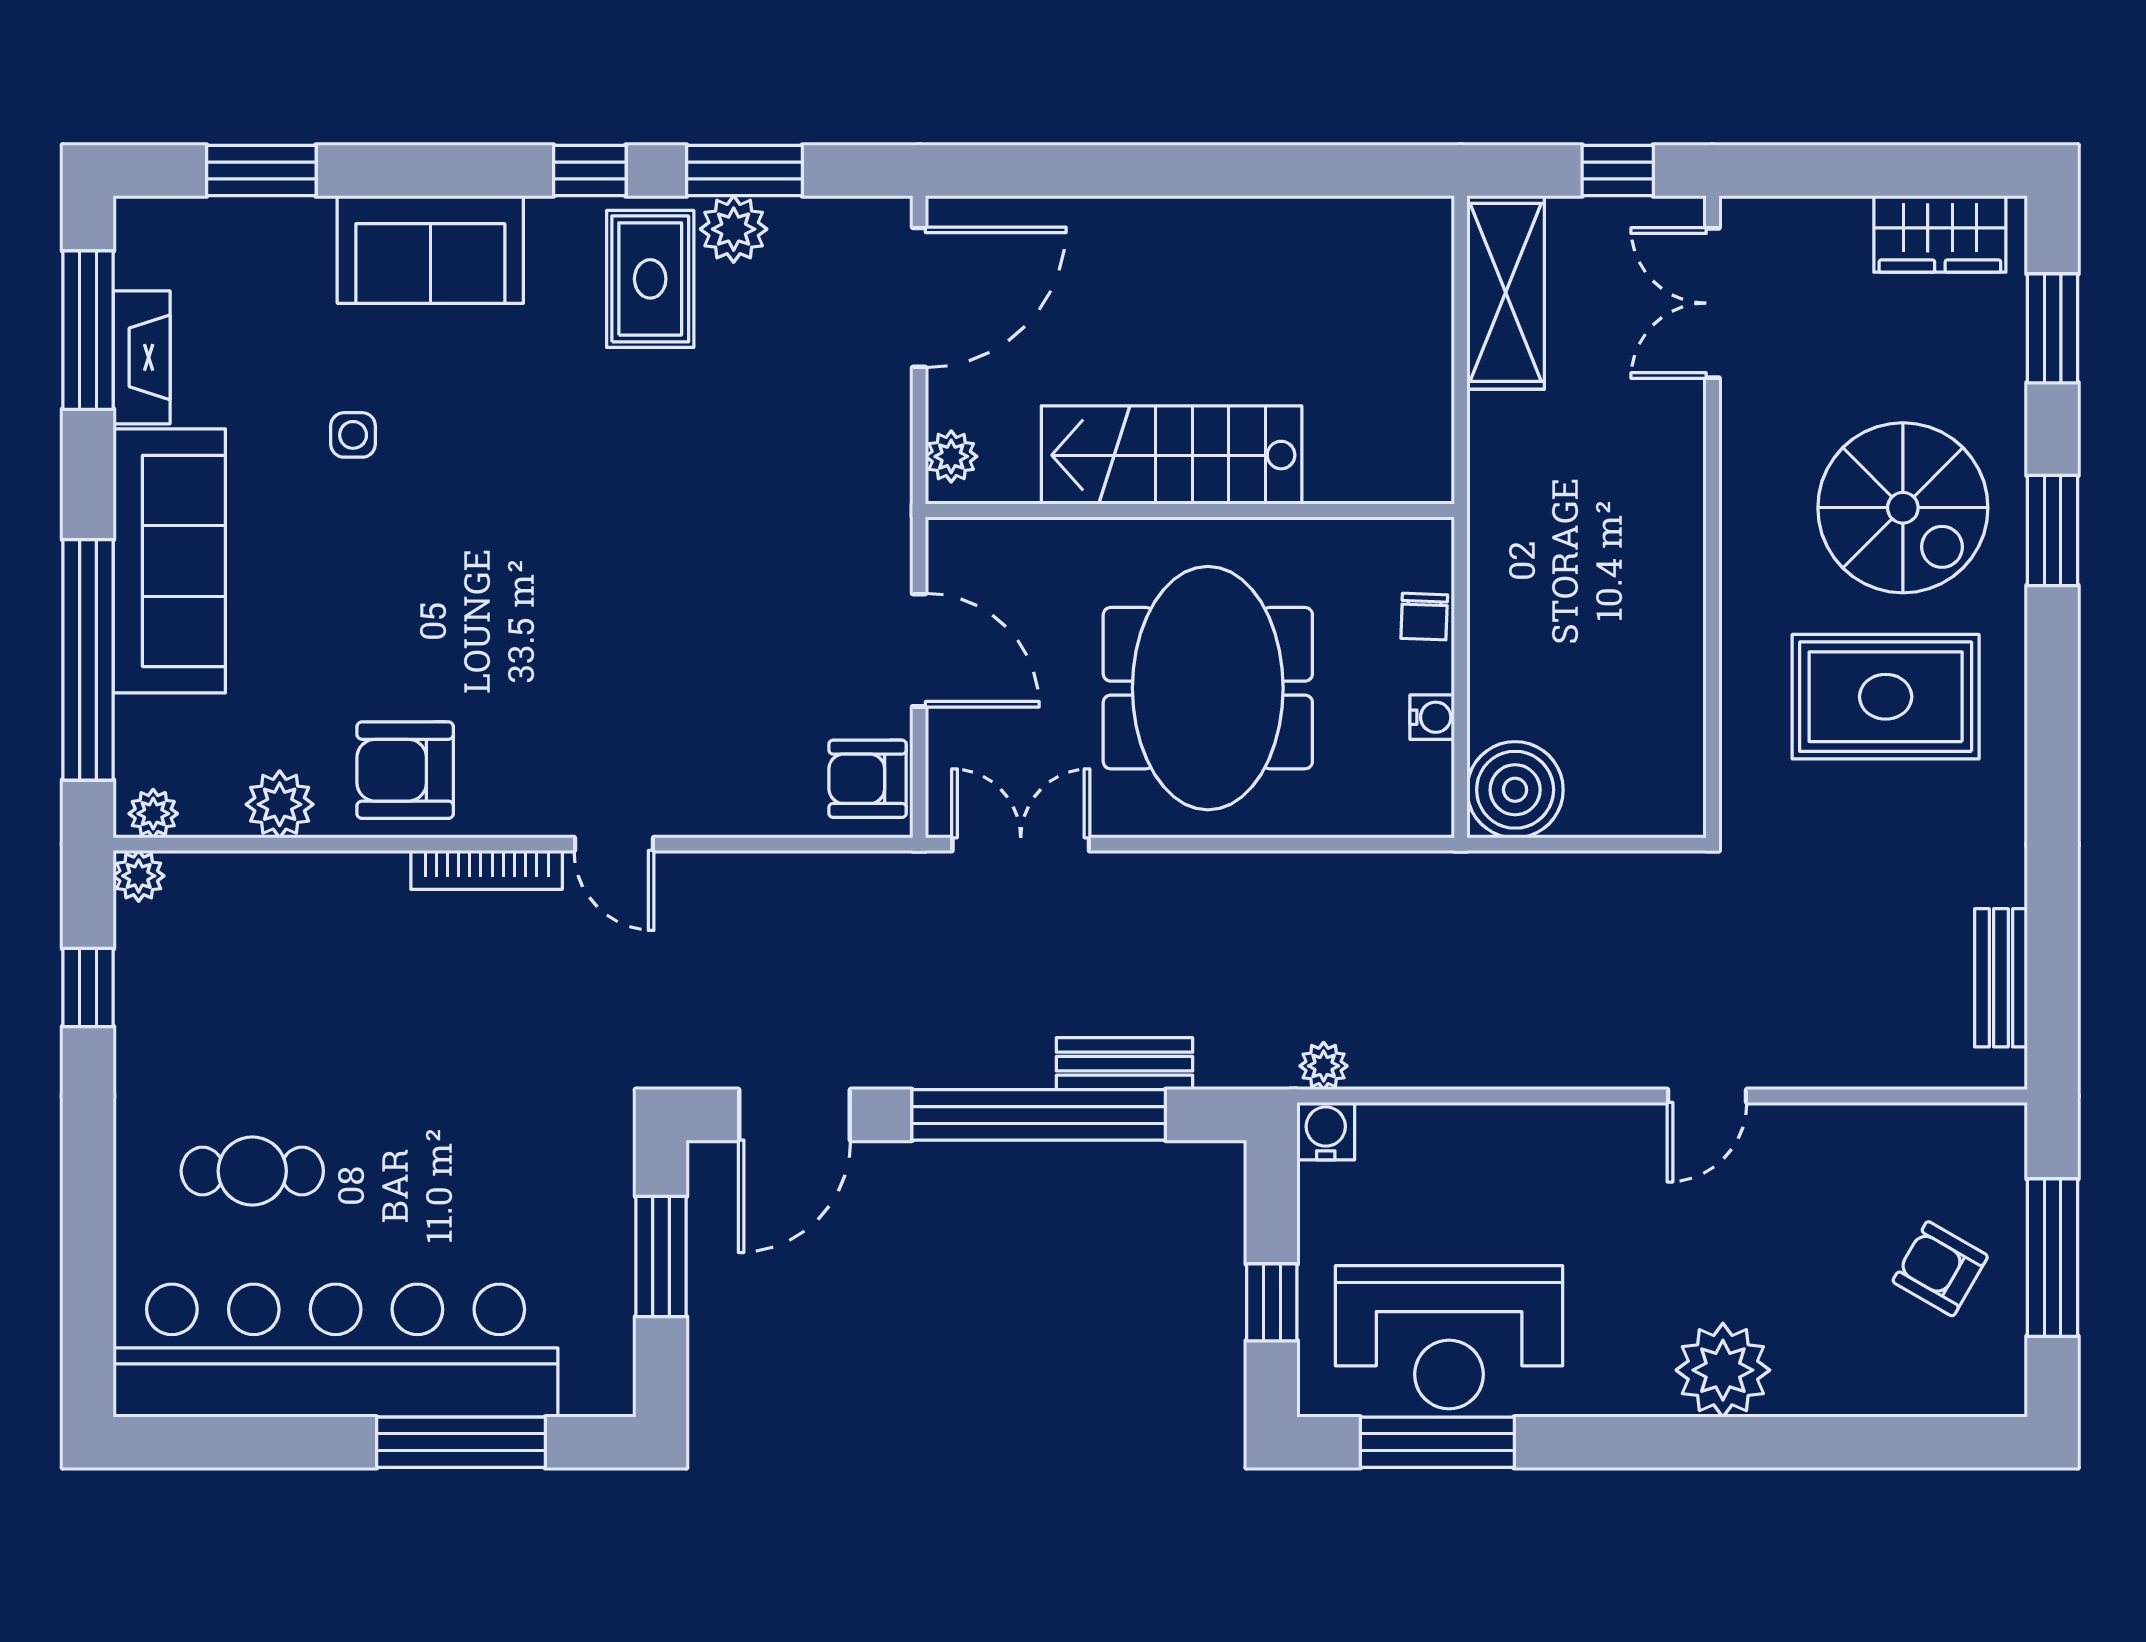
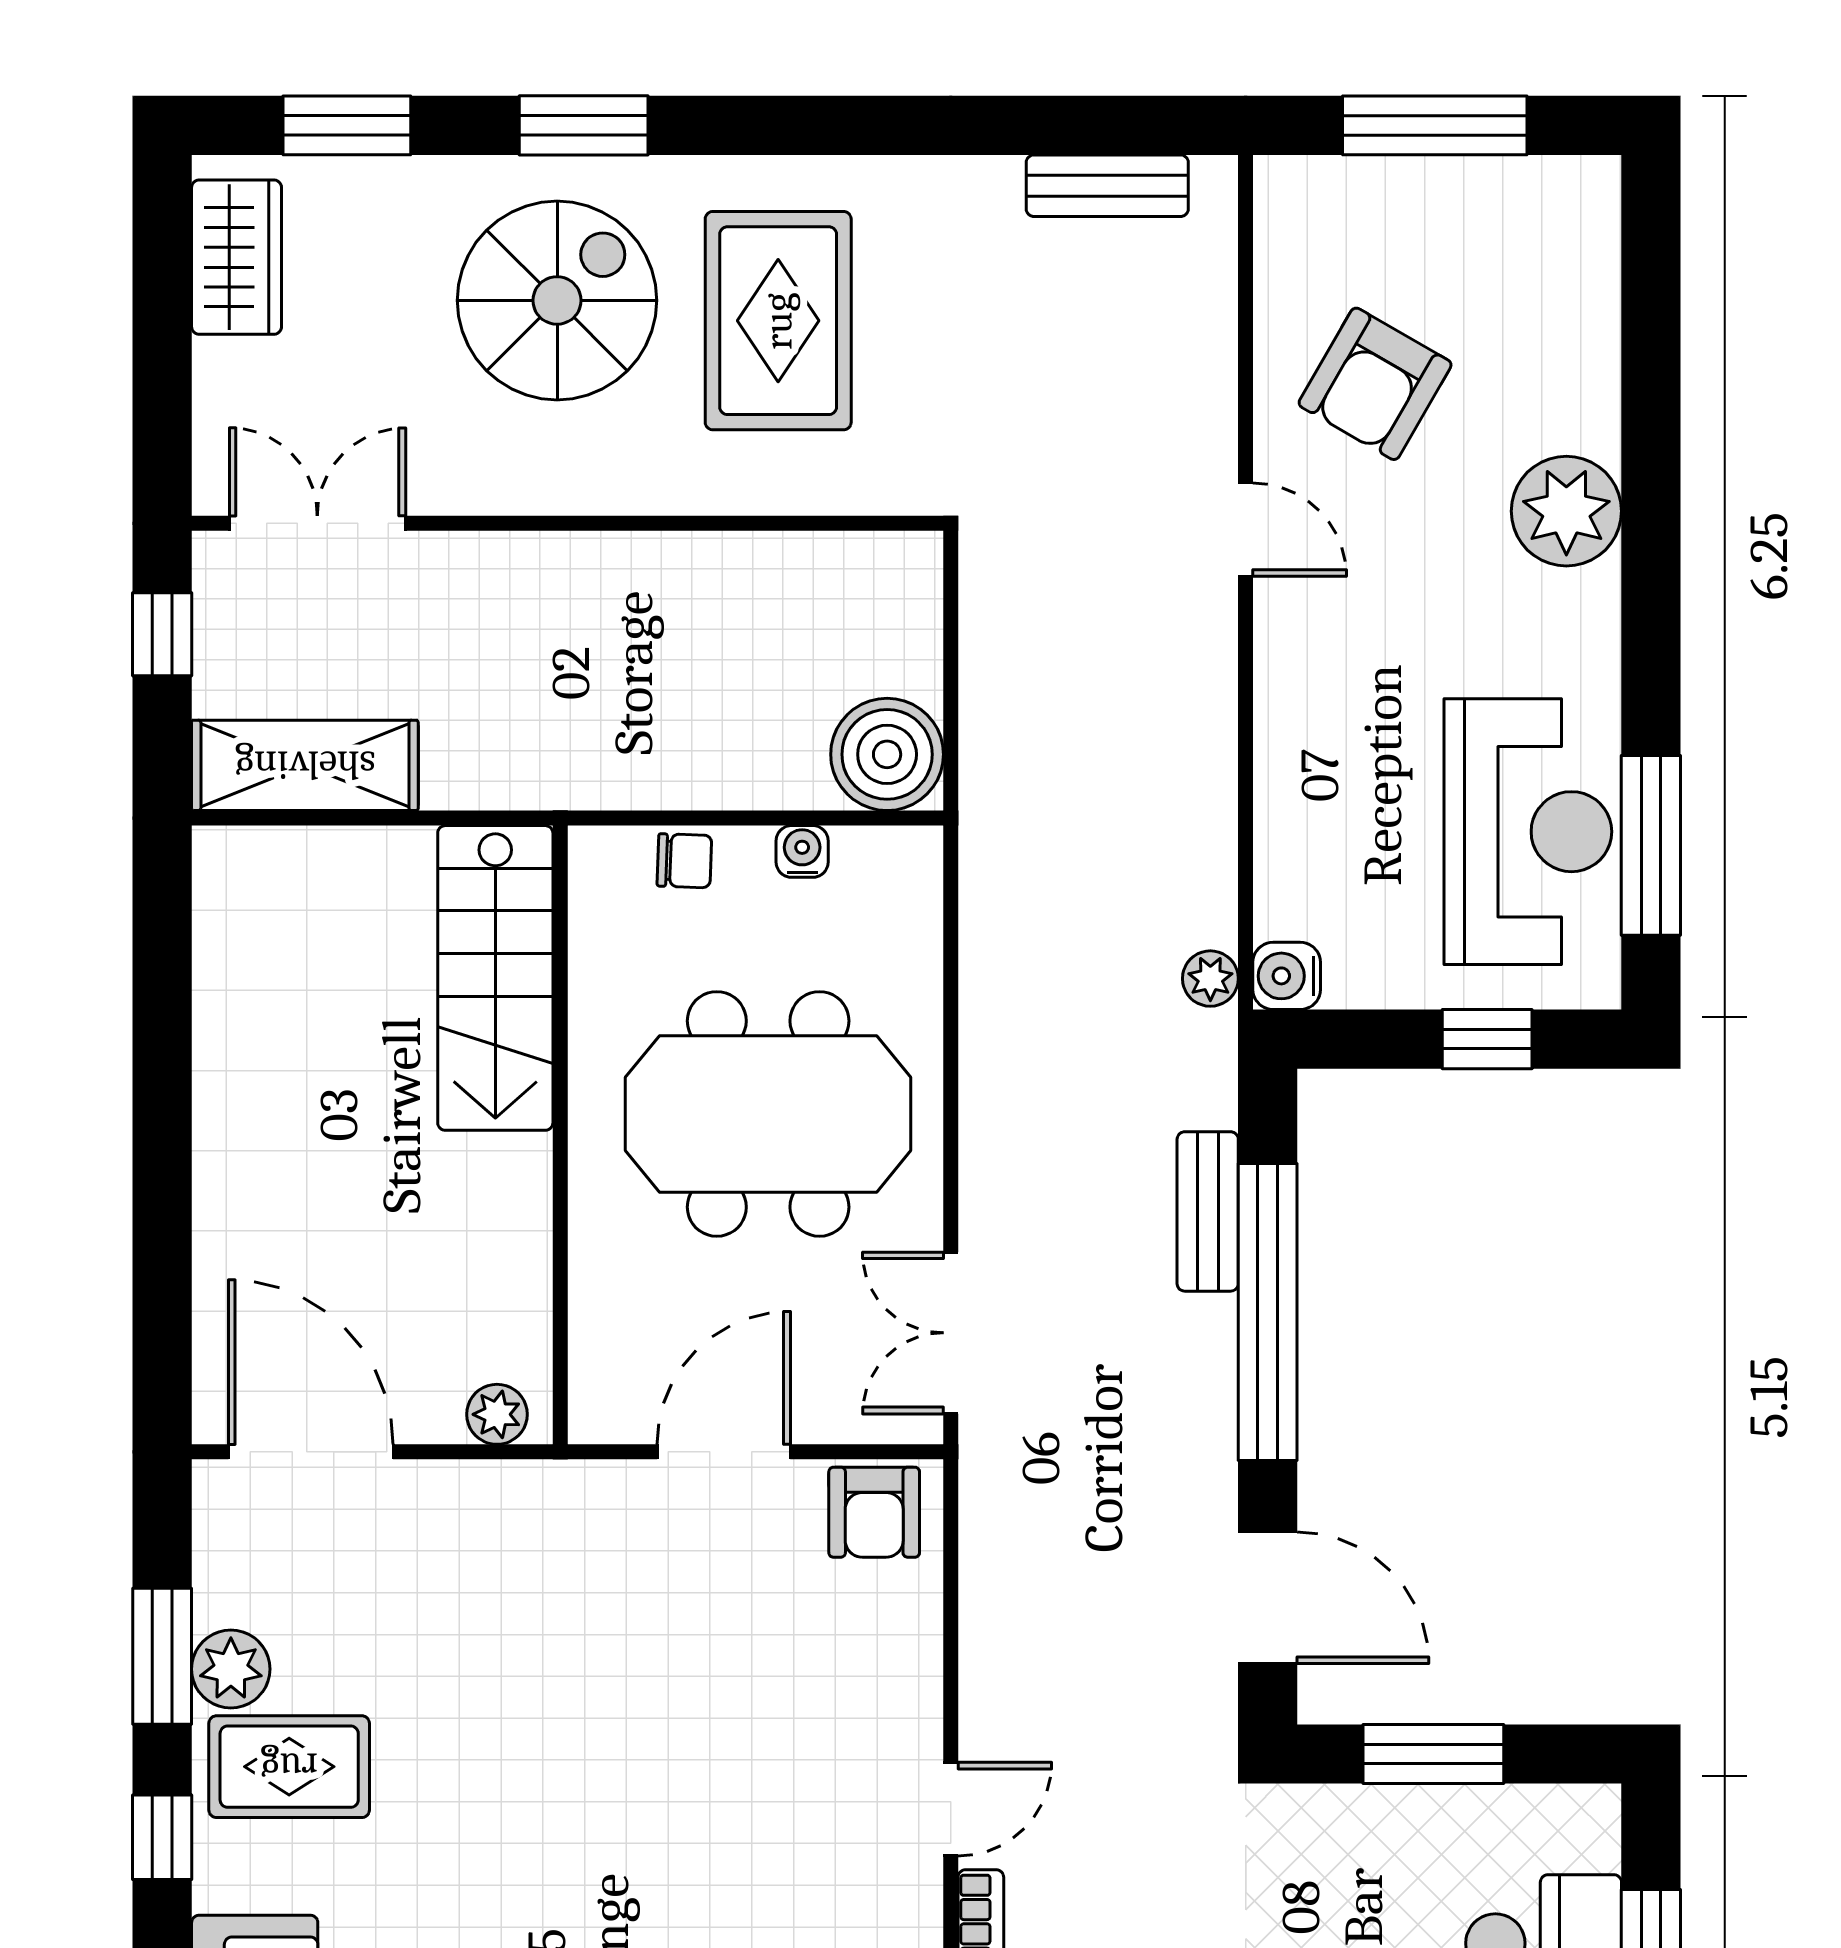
double door: (1712, 303) -> (317, 523), swing flipped
stairs: (1172, 455) -> (495, 978), moved
armchair: (1940, 1269) -> (1375, 384), moved, width x1.38, depth x1.38

